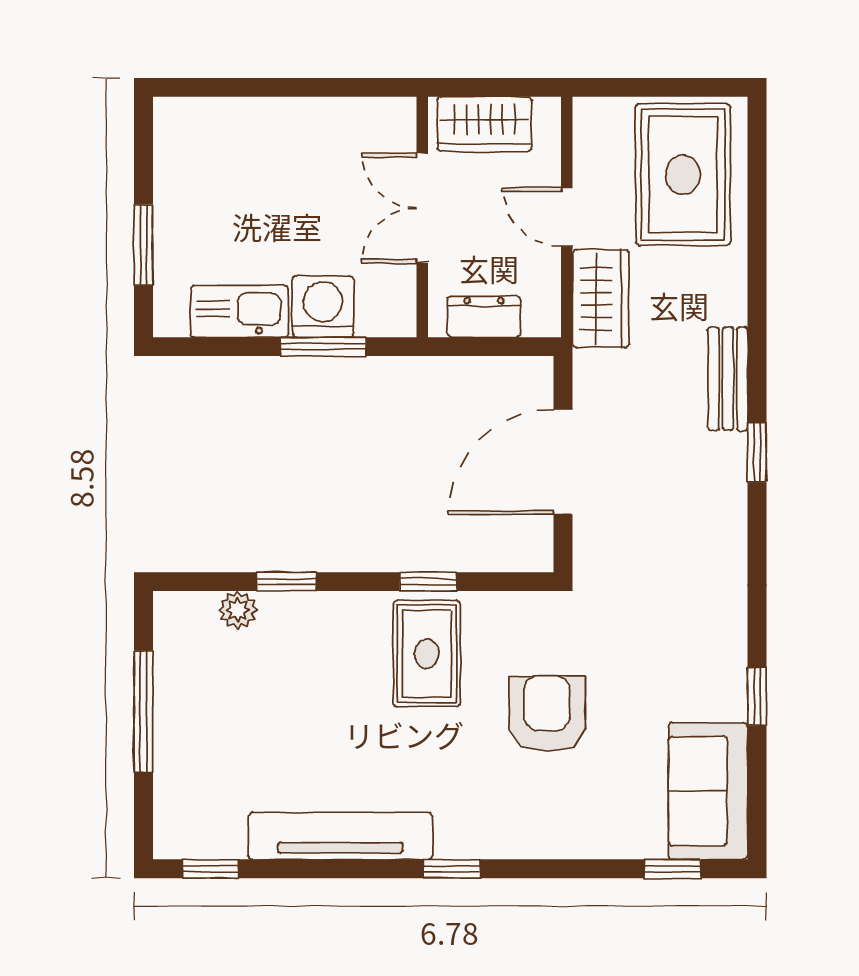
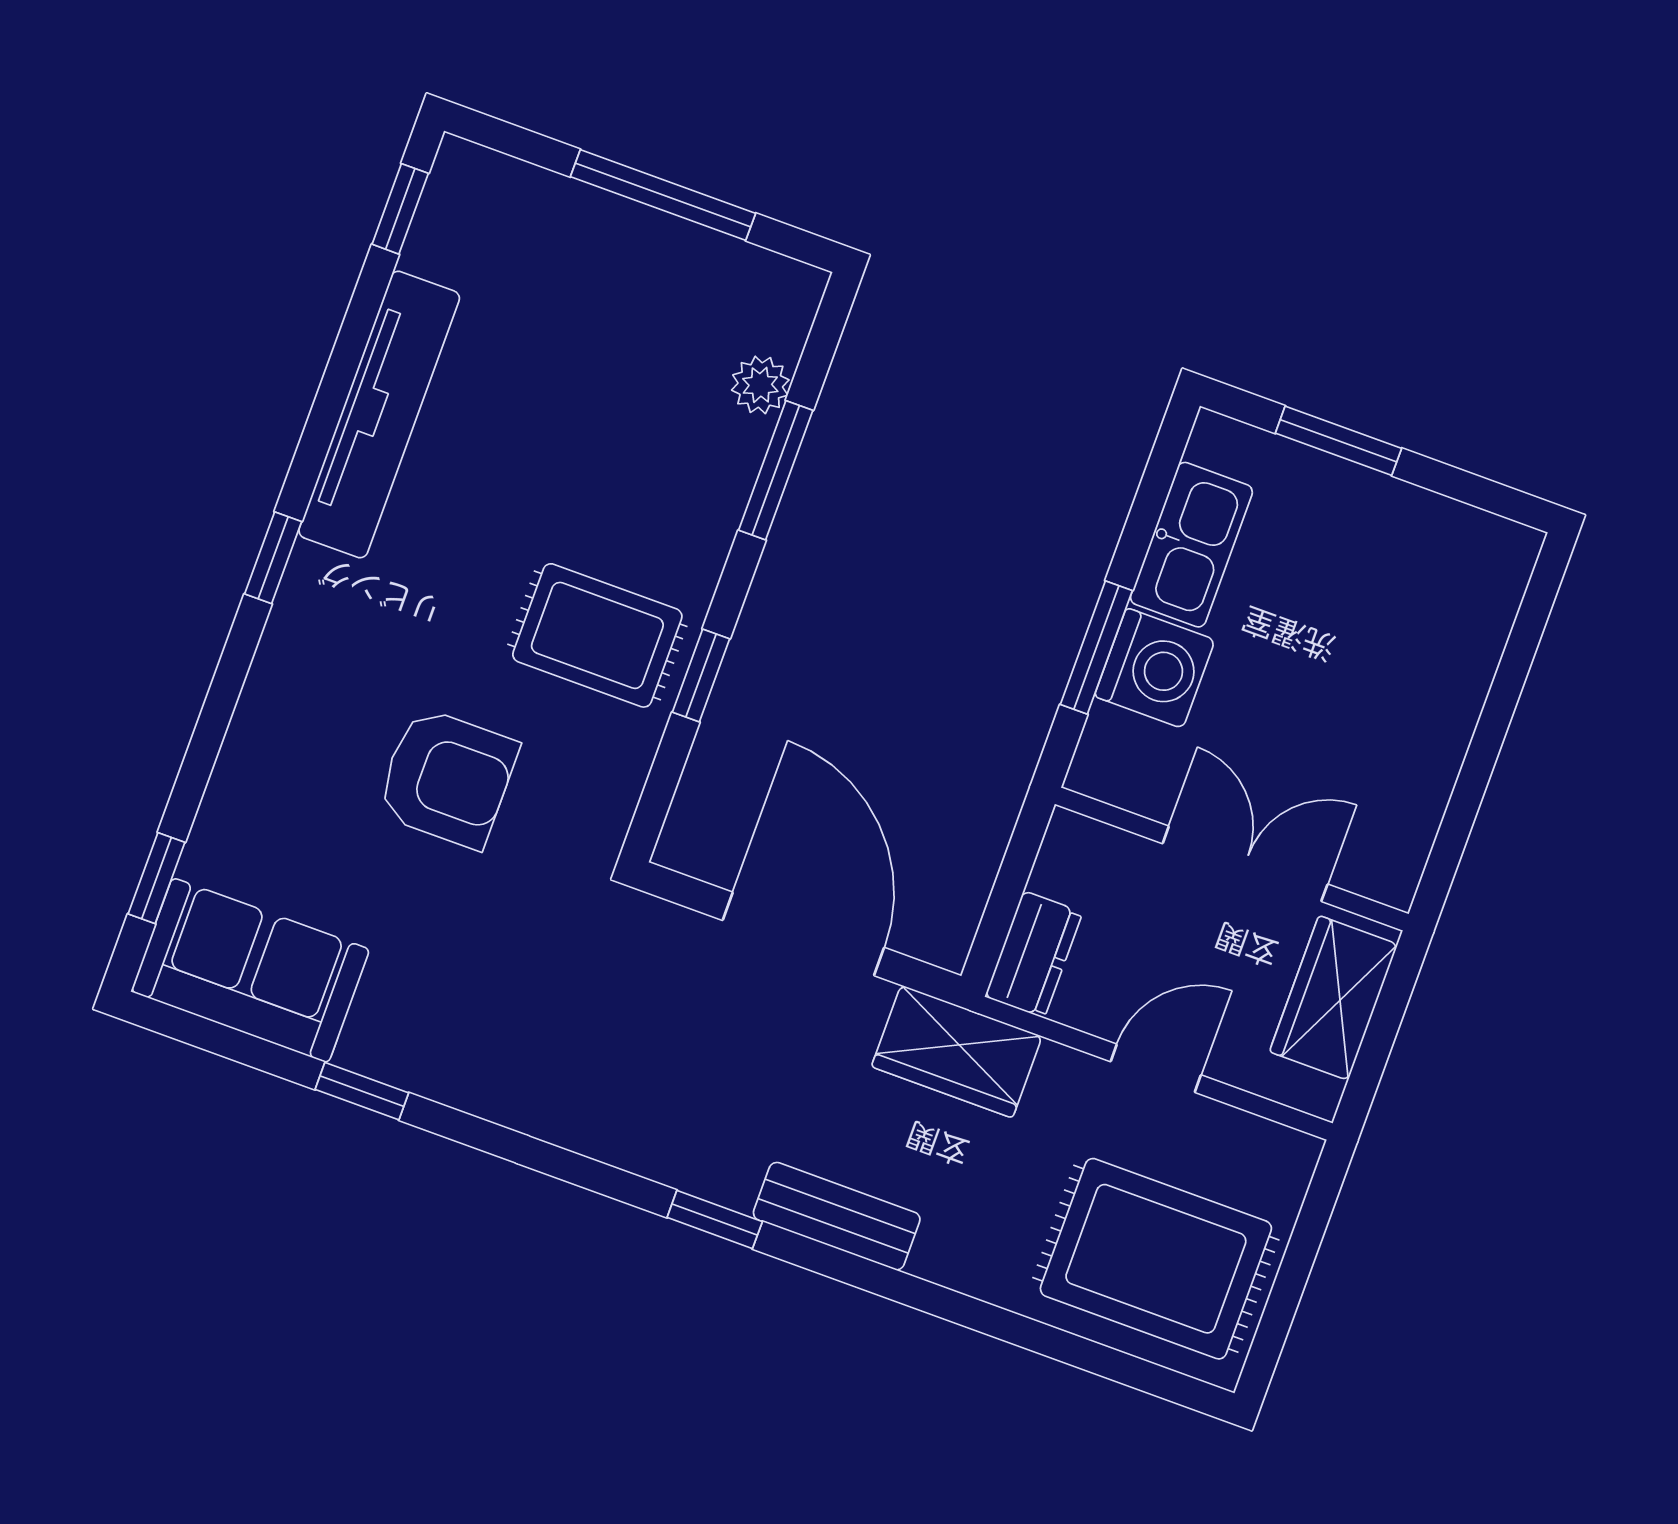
wardrobe: (601, 299) -> (957, 1051), moved
dresser: (484, 317) -> (1034, 954), moved
window: (286, 582) -> (776, 470), width x1.50

